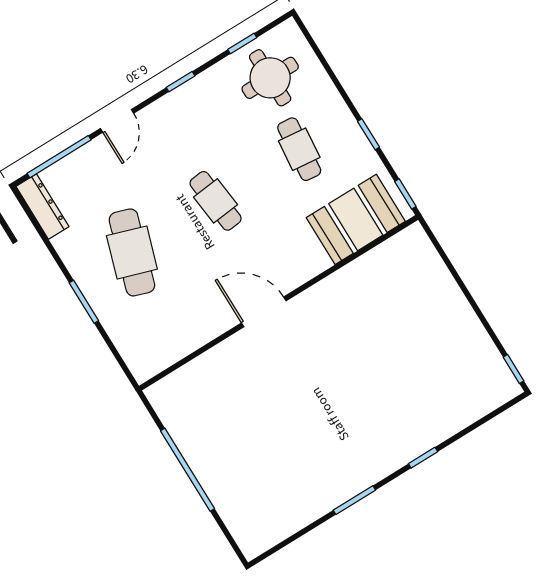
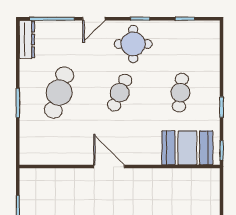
round table: (270, 78) -> (133, 44), moved
cafe table: (216, 201) -> (120, 93), turned 30

